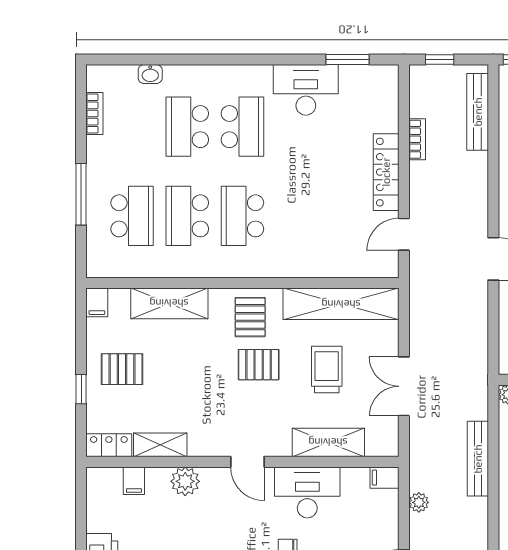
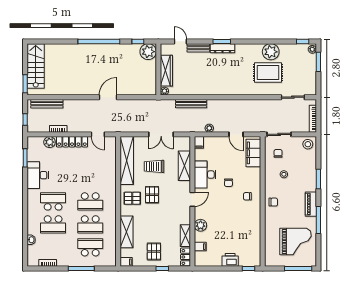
plant: (385, 118) -> (50, 142), added

